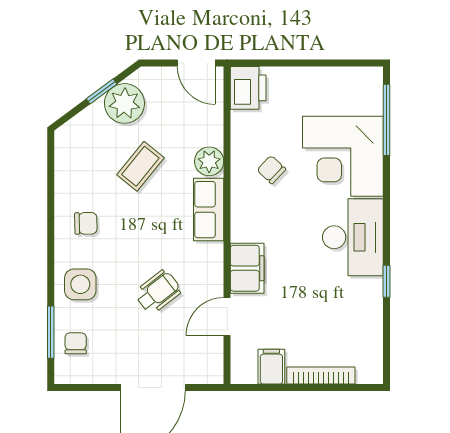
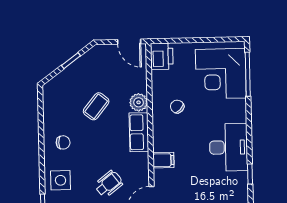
plant: (124, 103) -> (85, 68), removed
corner desk: (343, 156) -> (221, 74), moved
filing cabinet: (247, 268) -> (163, 160), width x0.50

